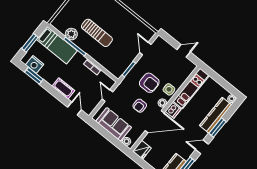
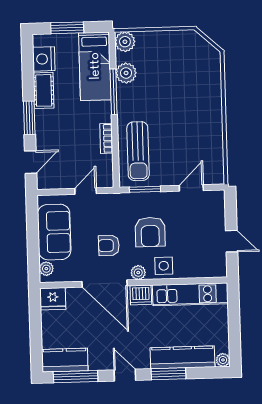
plant: (57, 23) -> (125, 42), added
sun lounger: (97, 33) -> (138, 151), moved
window: (34, 76) -> (29, 118), moved
cot: (63, 88) -> (44, 90), moved

